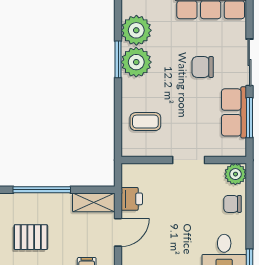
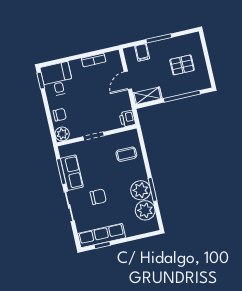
printer: (132, 199) -> (127, 119), moved

